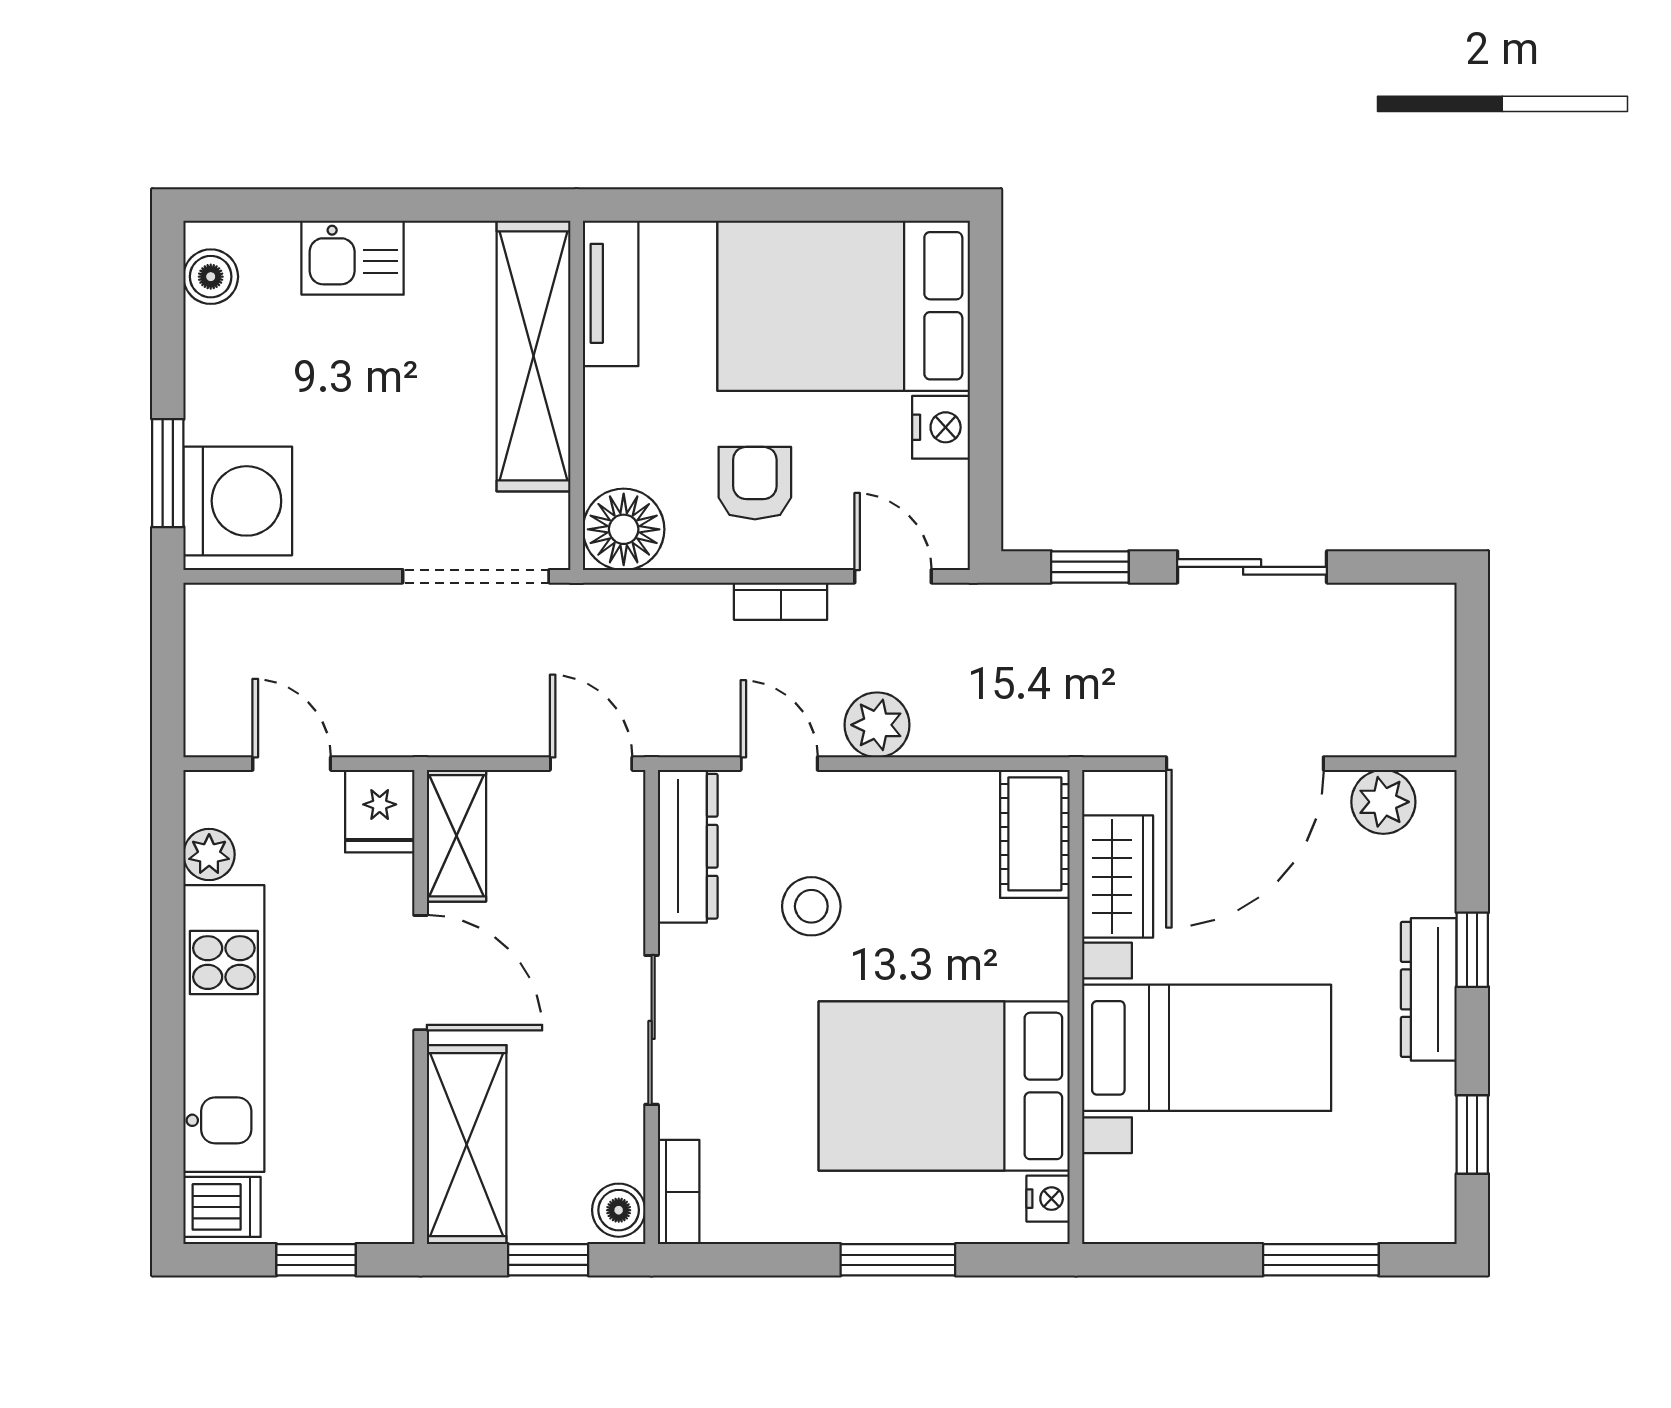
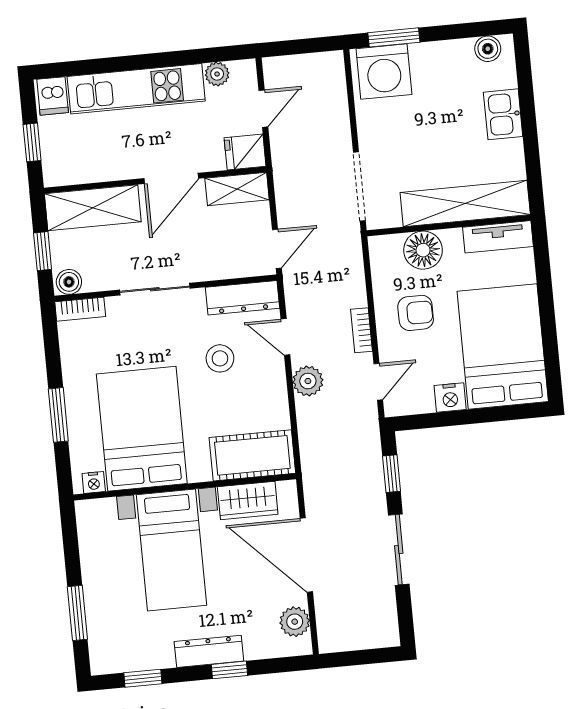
floor lamp: (624, 529) -> (423, 250), moved
door: (779, 764) -> (285, 337), swing flipped
cot: (1035, 834) -> (252, 455), width x1.37, depth x1.34

